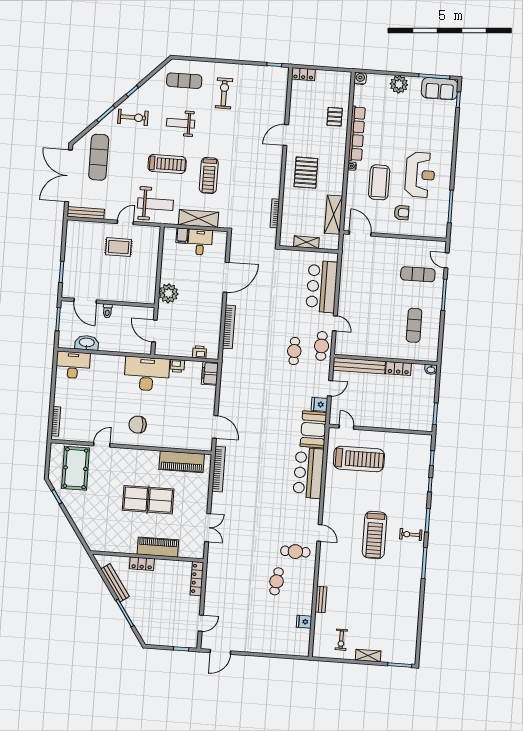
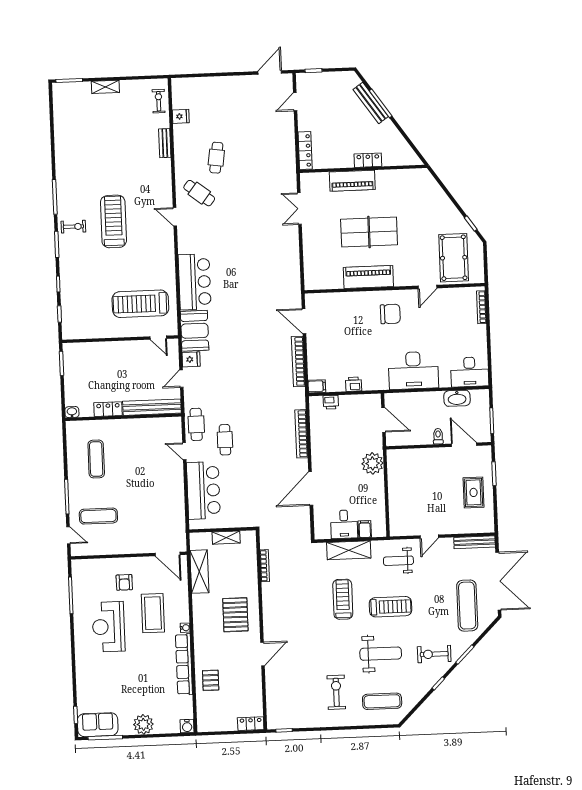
exercise bike: (224, 93) -> (336, 692), turned 180
weight bench: (181, 123) -> (381, 654), width x1.36, depth x1.33
treadmill: (167, 164) -> (390, 607), turned 180
weight bench: (155, 204) -> (398, 561), width x0.73, depth x0.75
armchair: (402, 213) -> (124, 582), turned -90
rug: (119, 247) -> (474, 492), moved, turned 90
cafe table: (294, 351) -> (225, 440), moved
filing cabinet: (210, 373) -> (317, 386), width x0.50
desk: (147, 374) -> (413, 370), moved
piano: (182, 462) -> (368, 277), moved
bookcase: (219, 469) -> (298, 361), moved
cafe table: (295, 552) -> (199, 193), turned 38
bench: (115, 583) -> (371, 103), moved
exercise bike: (341, 640) -> (159, 101), moved

